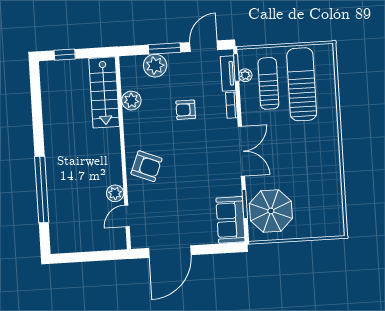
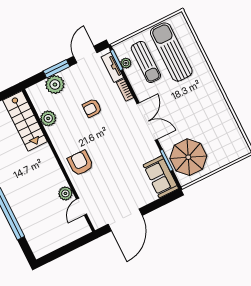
sun lounger: (268, 83) -> (146, 62), turned 180
armchair: (146, 166) -> (80, 163), turned -112

